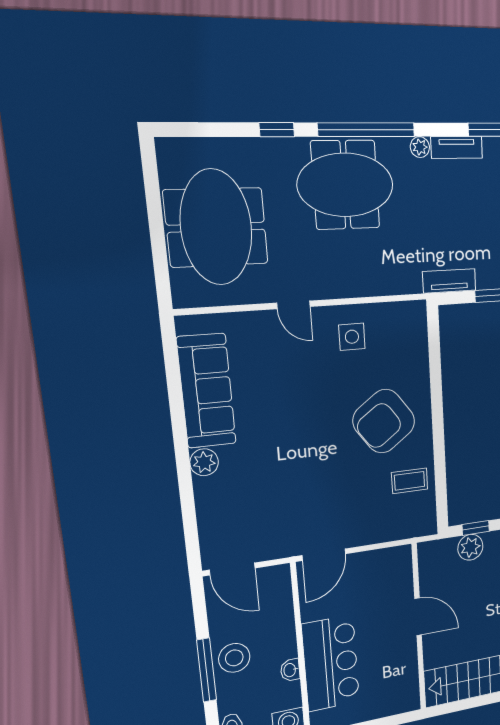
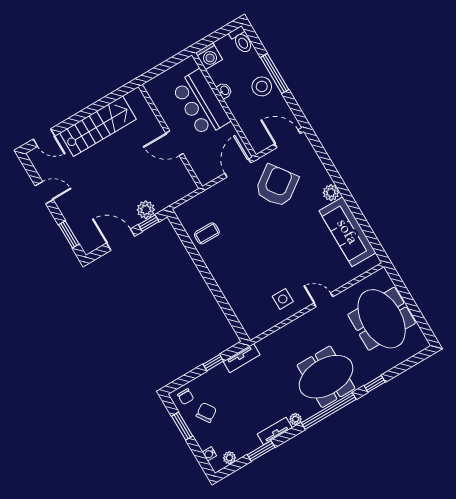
armchair: (384, 421) -> (277, 186), moved
door: (418, 617) -> (174, 143), moved
wall: (419, 628) -> (170, 137), moved

